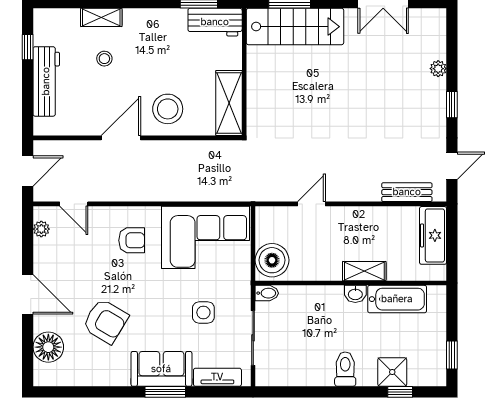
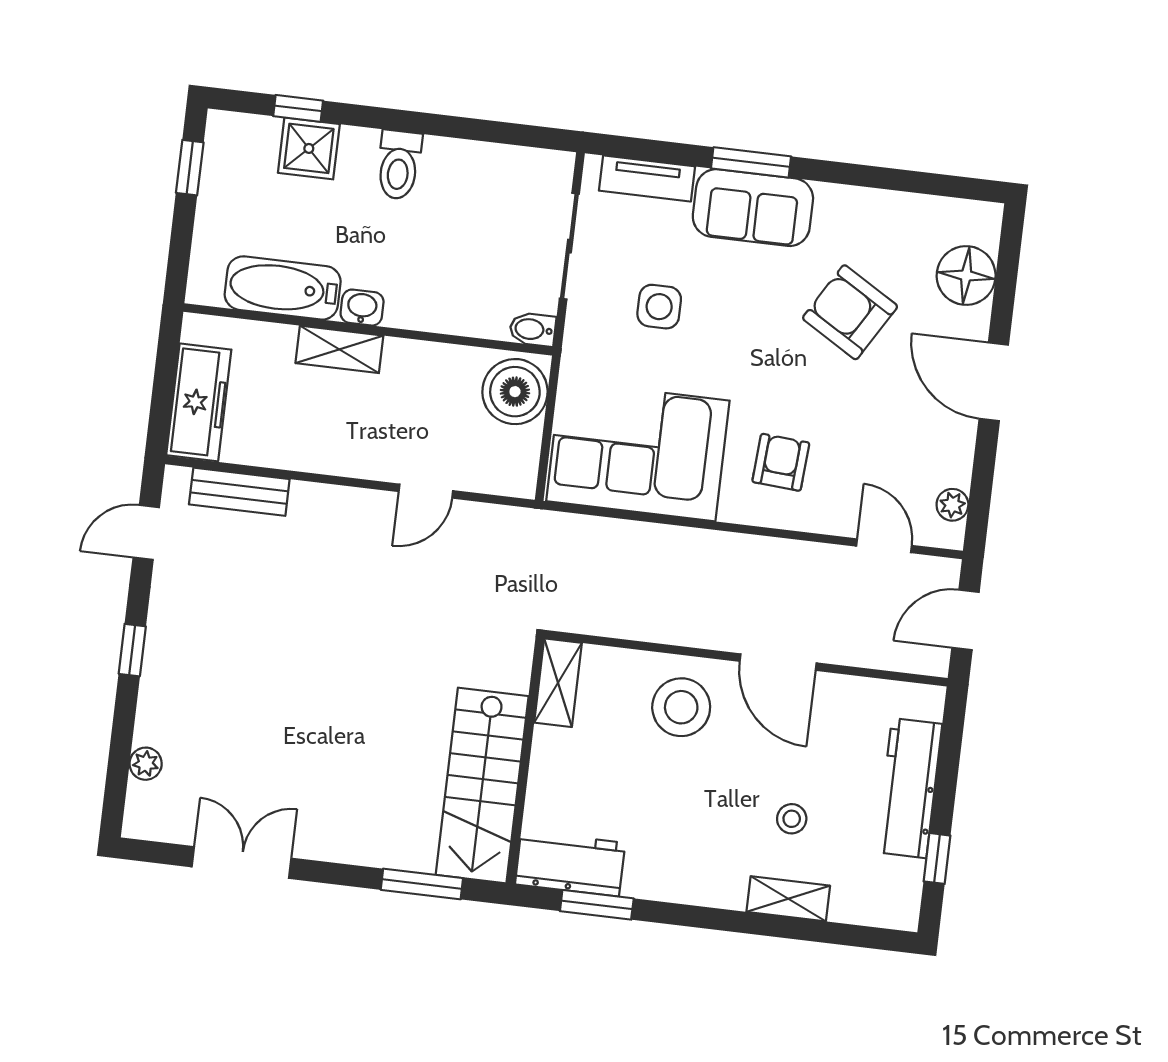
stairs: (295, 27) -> (482, 785), moved, turned -90
plant: (438, 69) -> (146, 764), moved
shelving: (229, 103) -> (558, 683), width x0.67, depth x0.75
door: (121, 138) -> (778, 662), hinge flipped
armchair: (132, 240) -> (781, 462), turned 94

